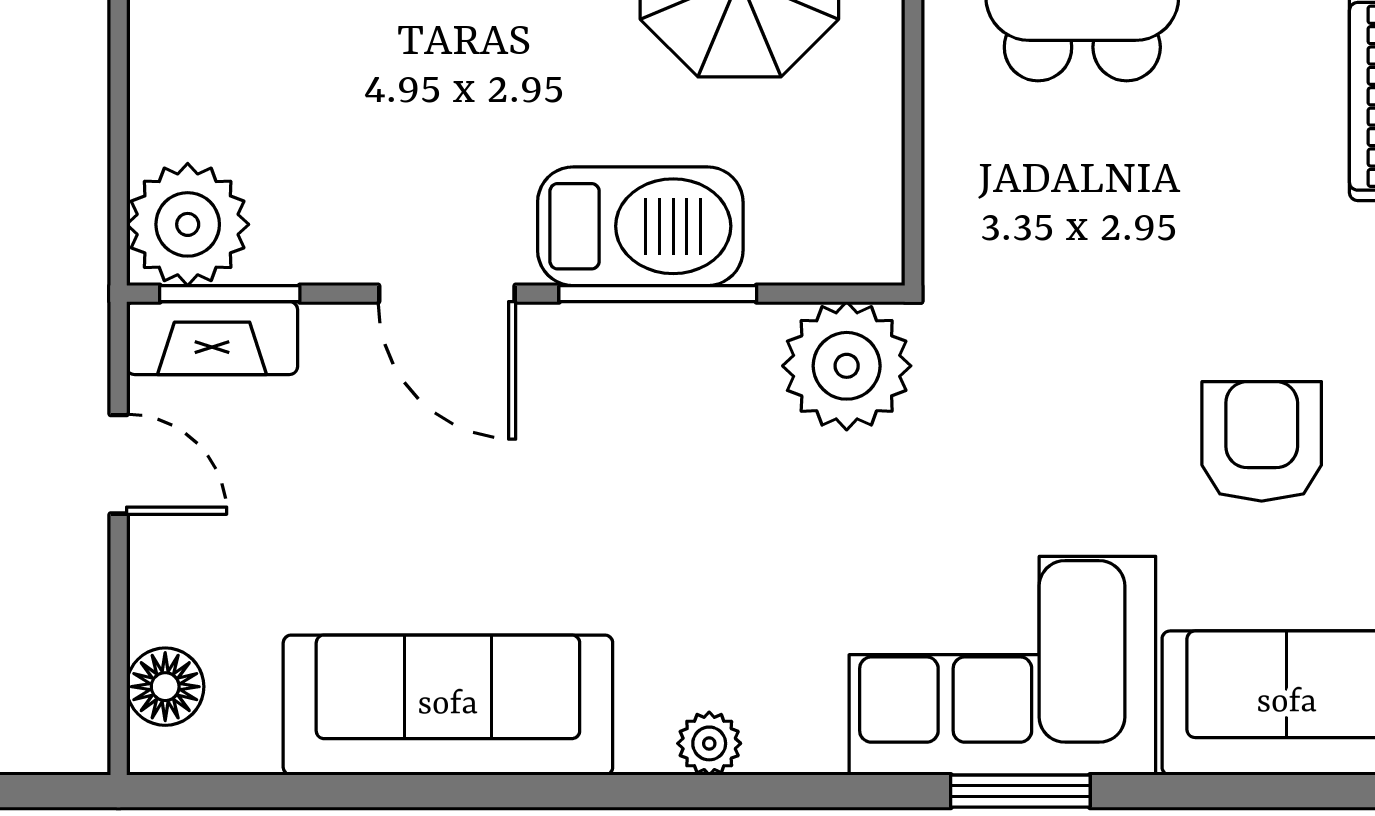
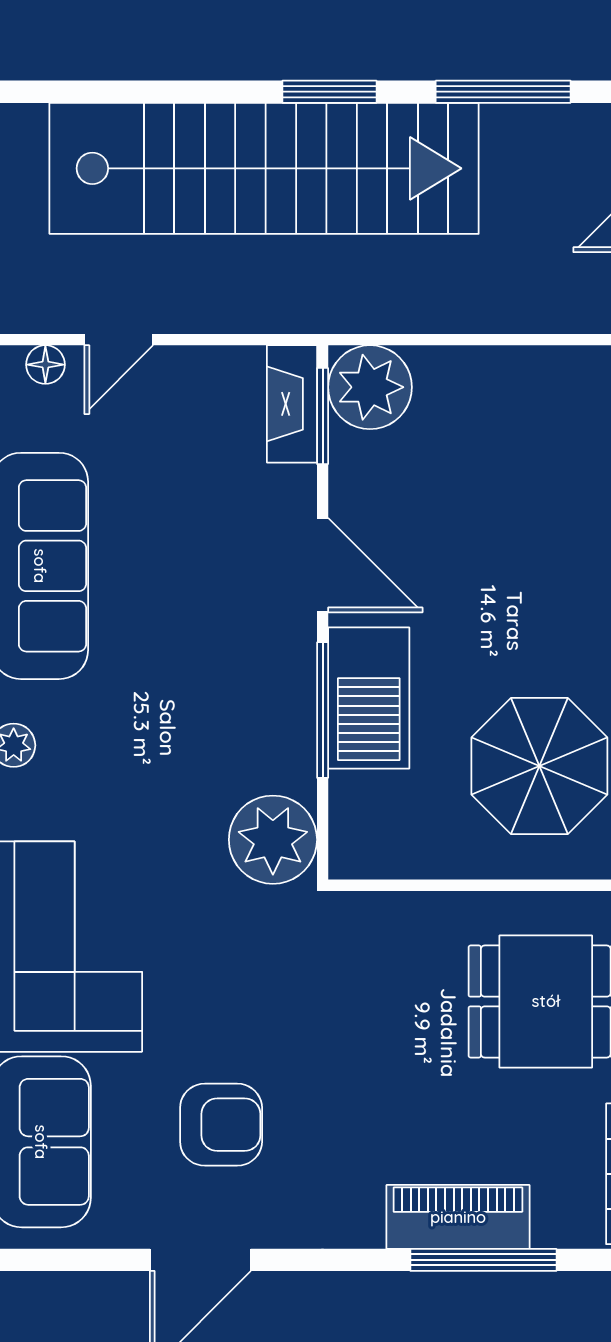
door: (447, 294) -> (323, 565), swing flipped
door: (119, 464) -> (119, 340), moved
floor lamp: (165, 687) -> (45, 365), width x0.73, depth x0.73

